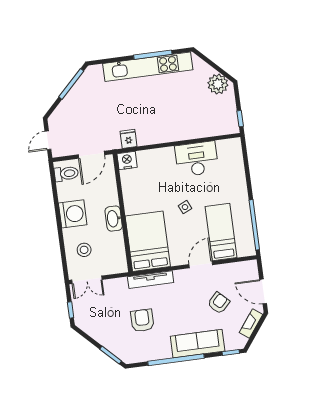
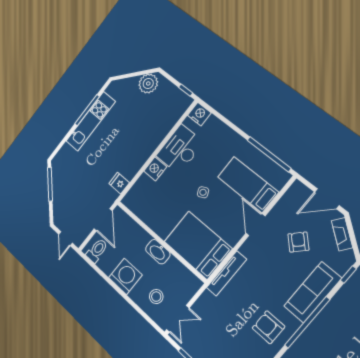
kitchen unit: (148, 67) -> (91, 121), width x0.73
nightstand: (234, 147) -> (199, 114), added
nightstand: (127, 160) -> (155, 169), moved
armchair: (142, 320) -> (268, 327), moved

